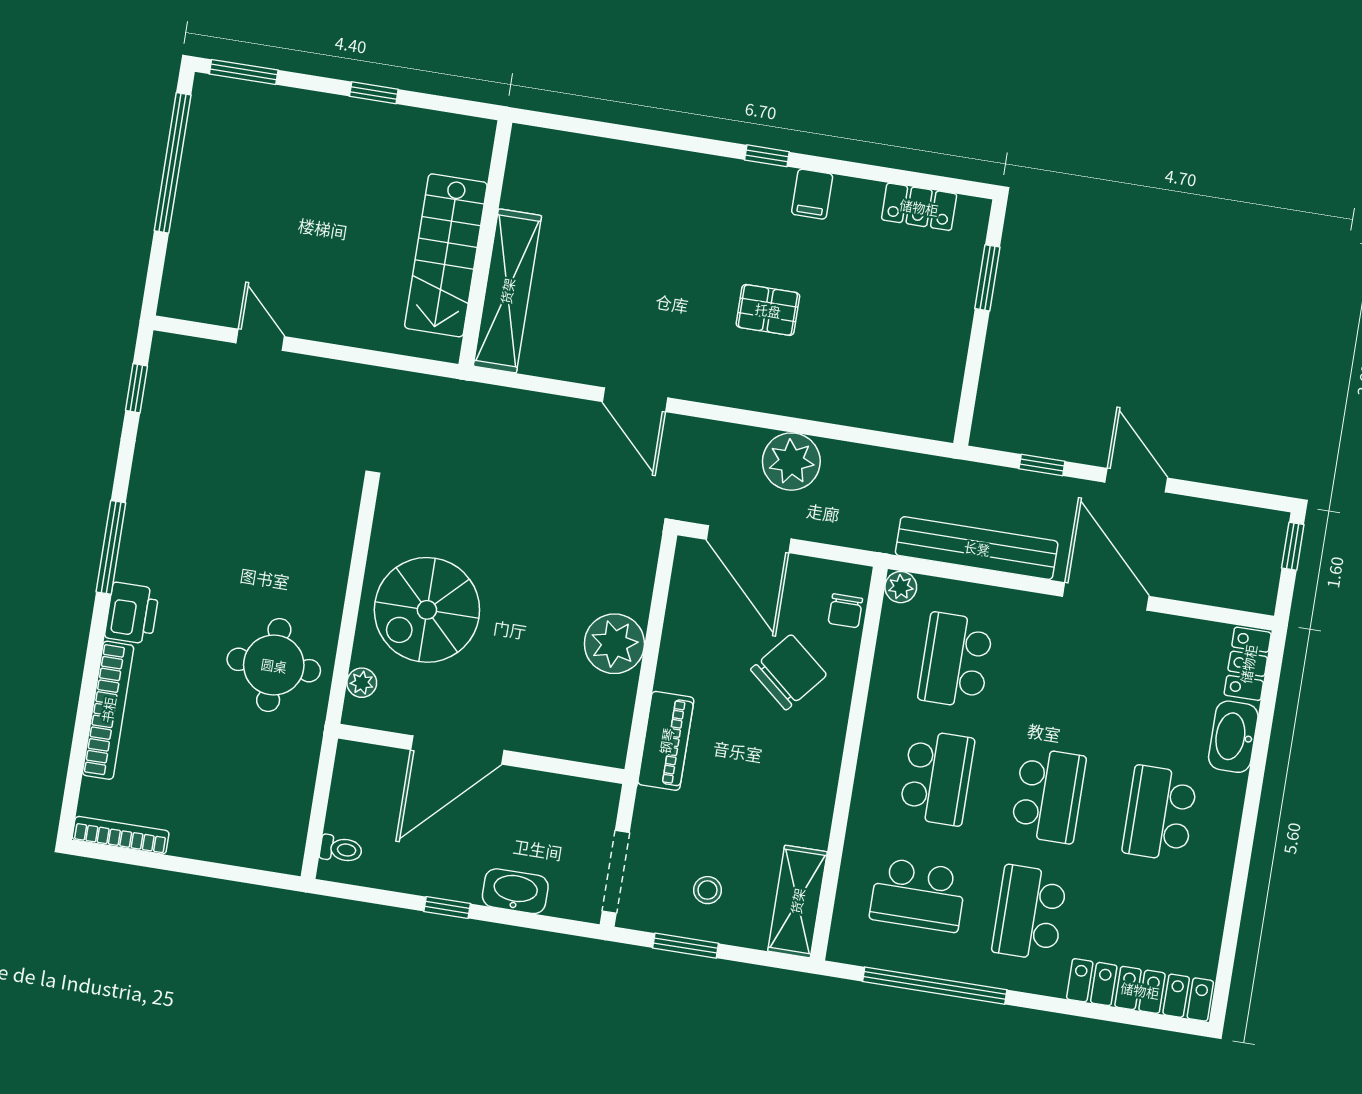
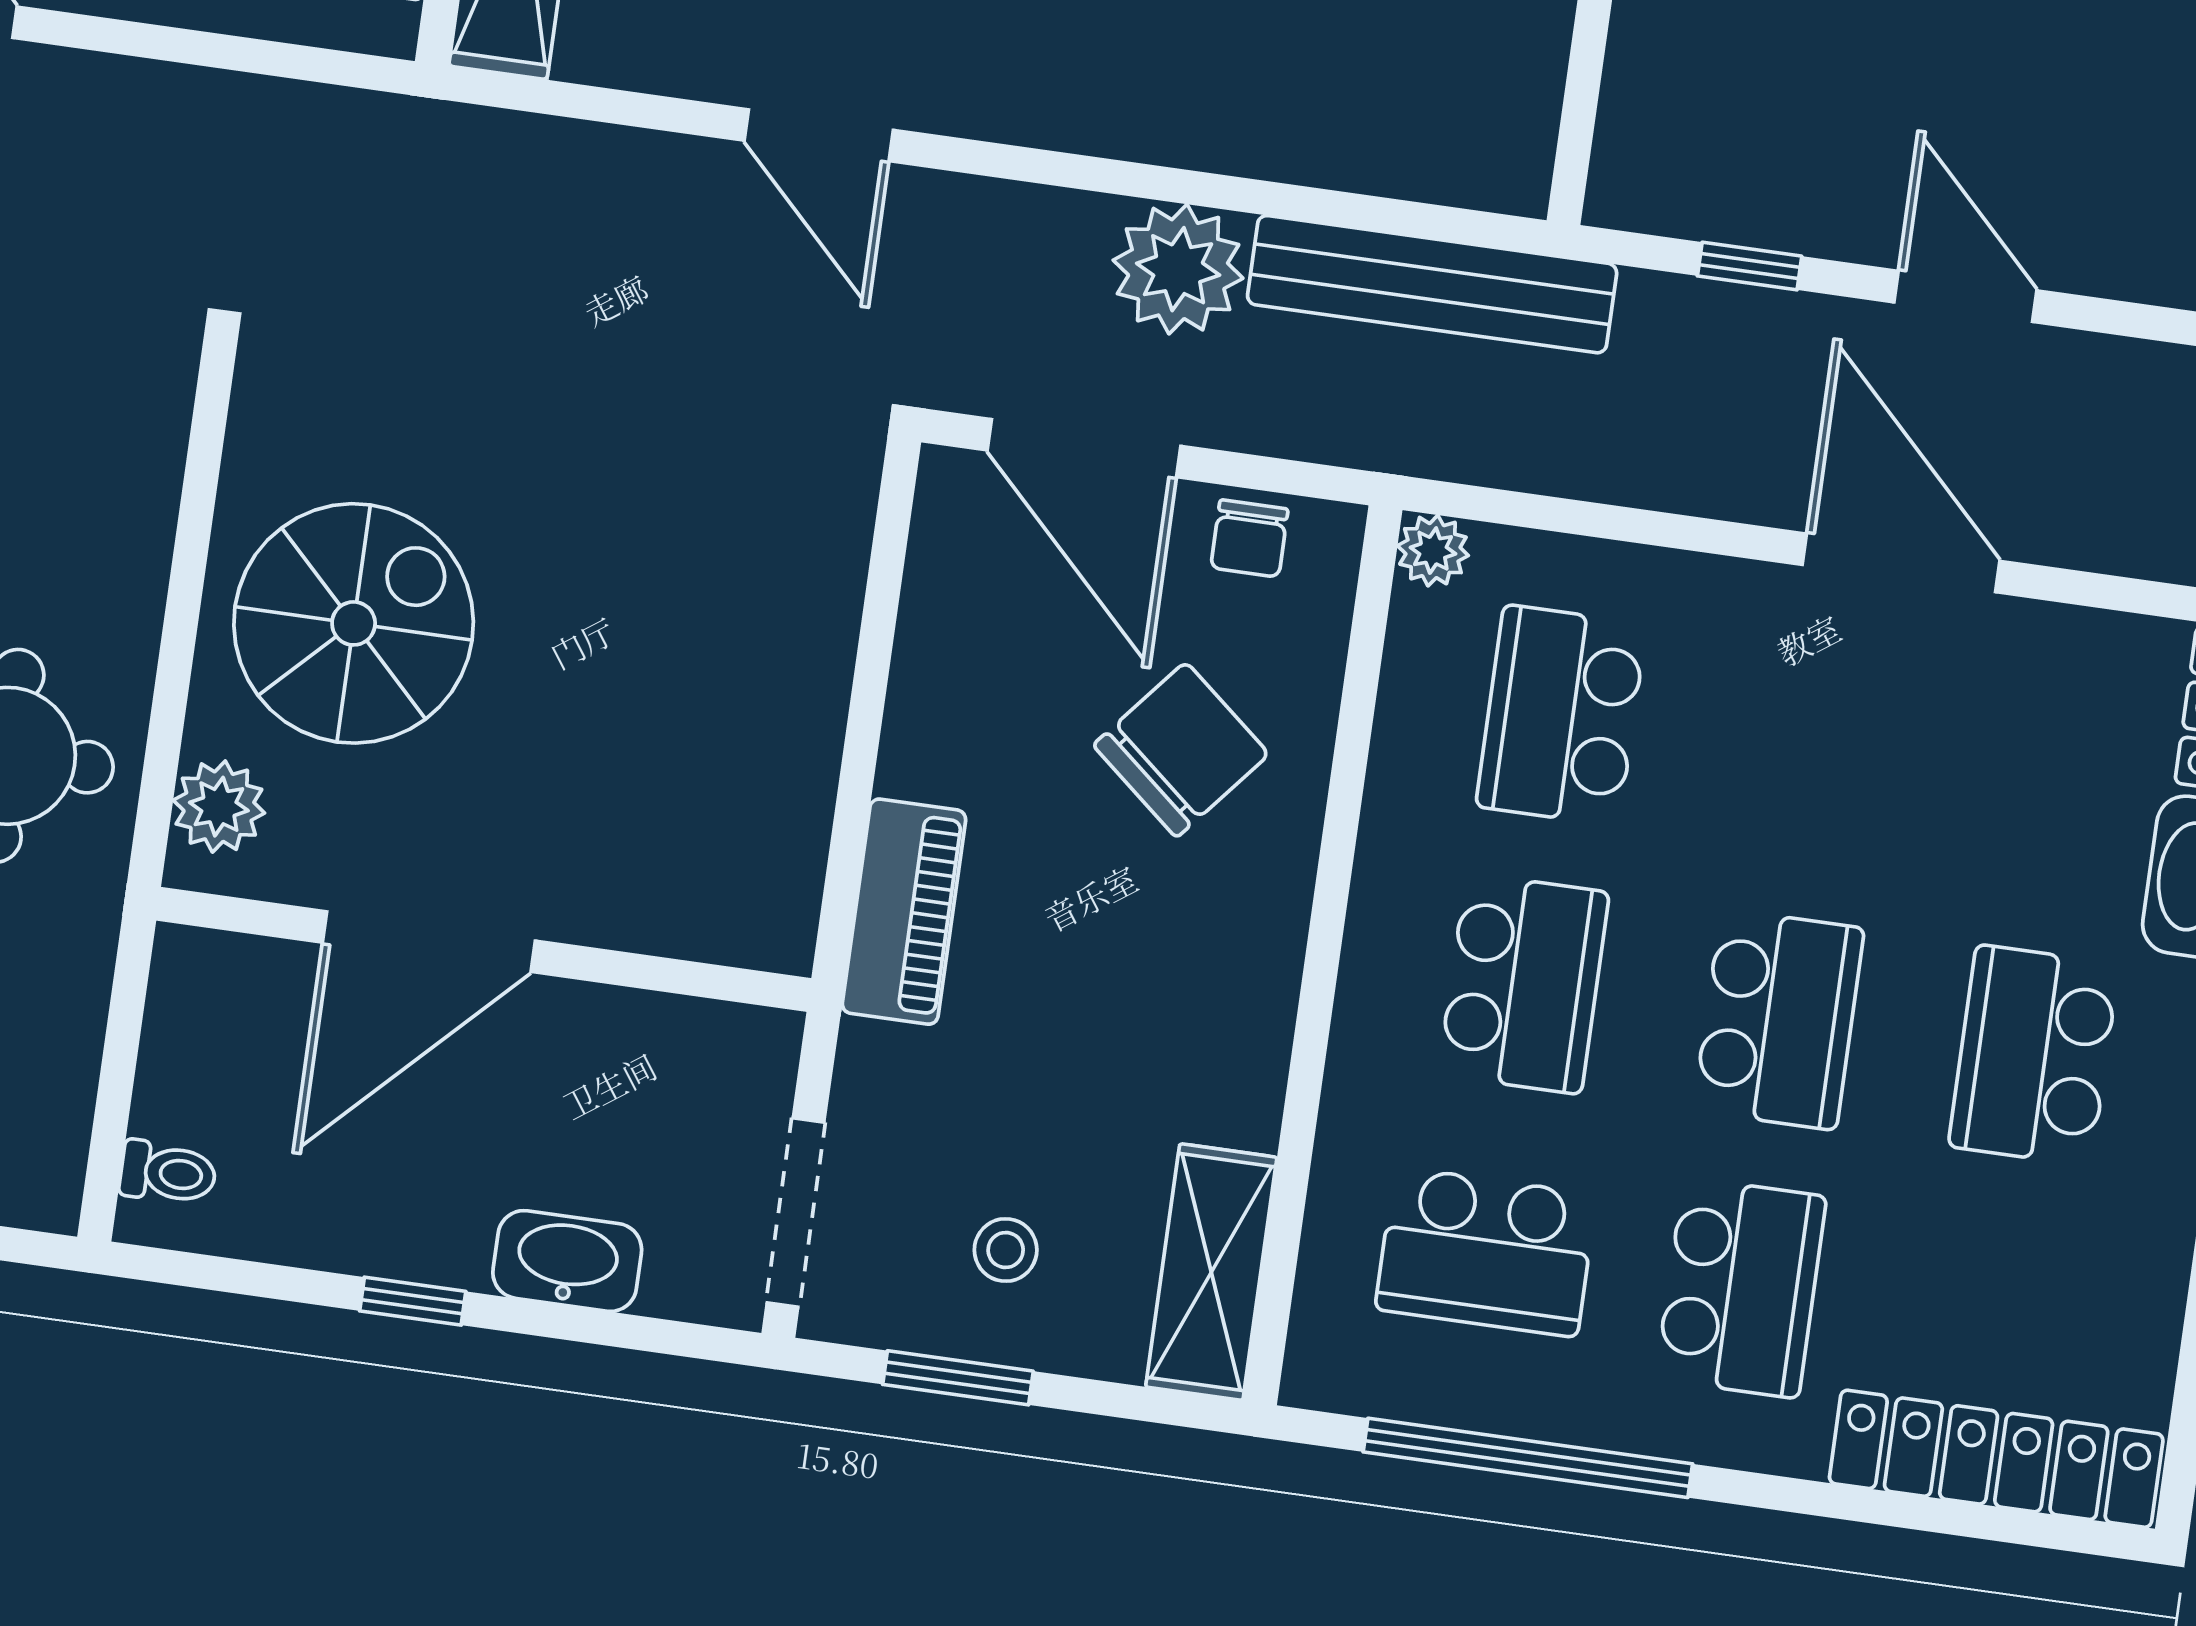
bench: (977, 548) -> (1432, 284), moved
spiral stairs: (427, 610) -> (354, 623), turned 180
chair: (845, 611) -> (1249, 538), moved
plant: (614, 644) -> (783, 692), removed
plant: (362, 683) -> (219, 807), width x1.38, depth x1.38
school desk: (1030, 913) -> (1741, 1288), turned 180

